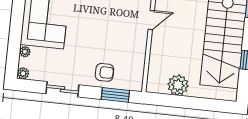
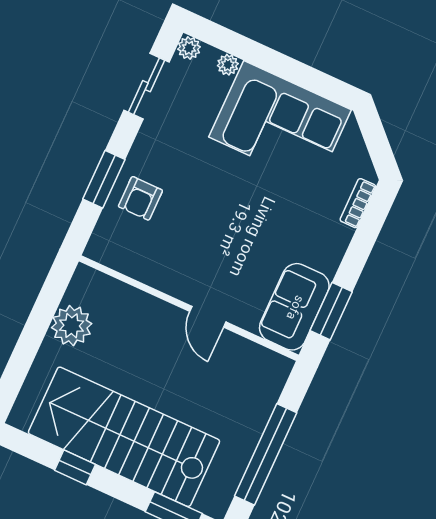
sliding door: (62, 89) -> (147, 86), moved
window: (115, 95) -> (104, 179), moved

